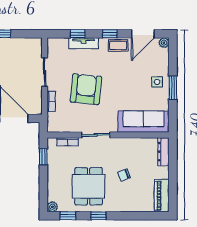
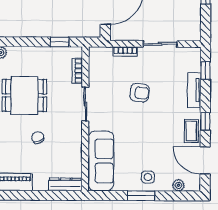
window: (78, 34) -> (205, 71), moved
plant: (164, 43) -> (178, 185), moved
armchair: (86, 89) -> (140, 93), width x0.53, depth x0.53

